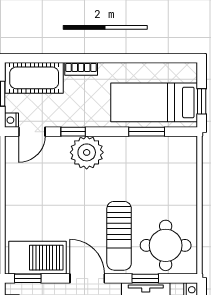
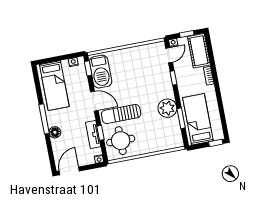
window: (202, 101) -> (216, 143), moved
door: (32, 132) -> (169, 55), swing flipped
plant: (87, 152) -> (167, 108), moved
door: (87, 278) -> (94, 101), hinge flipped

